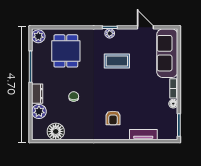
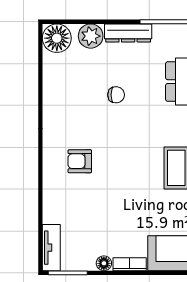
dresser: (37, 94) -> (128, 33), width x1.44
floor lamp: (56, 131) -> (57, 38), moved
tv unit: (143, 135) -> (51, 248), moved

